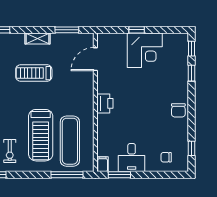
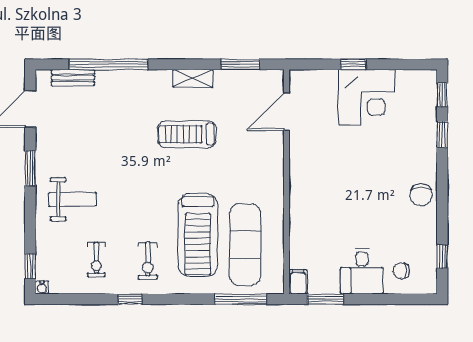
printer: (105, 103) -> (302, 184), removed
desk: (132, 158) -> (362, 271), moved

